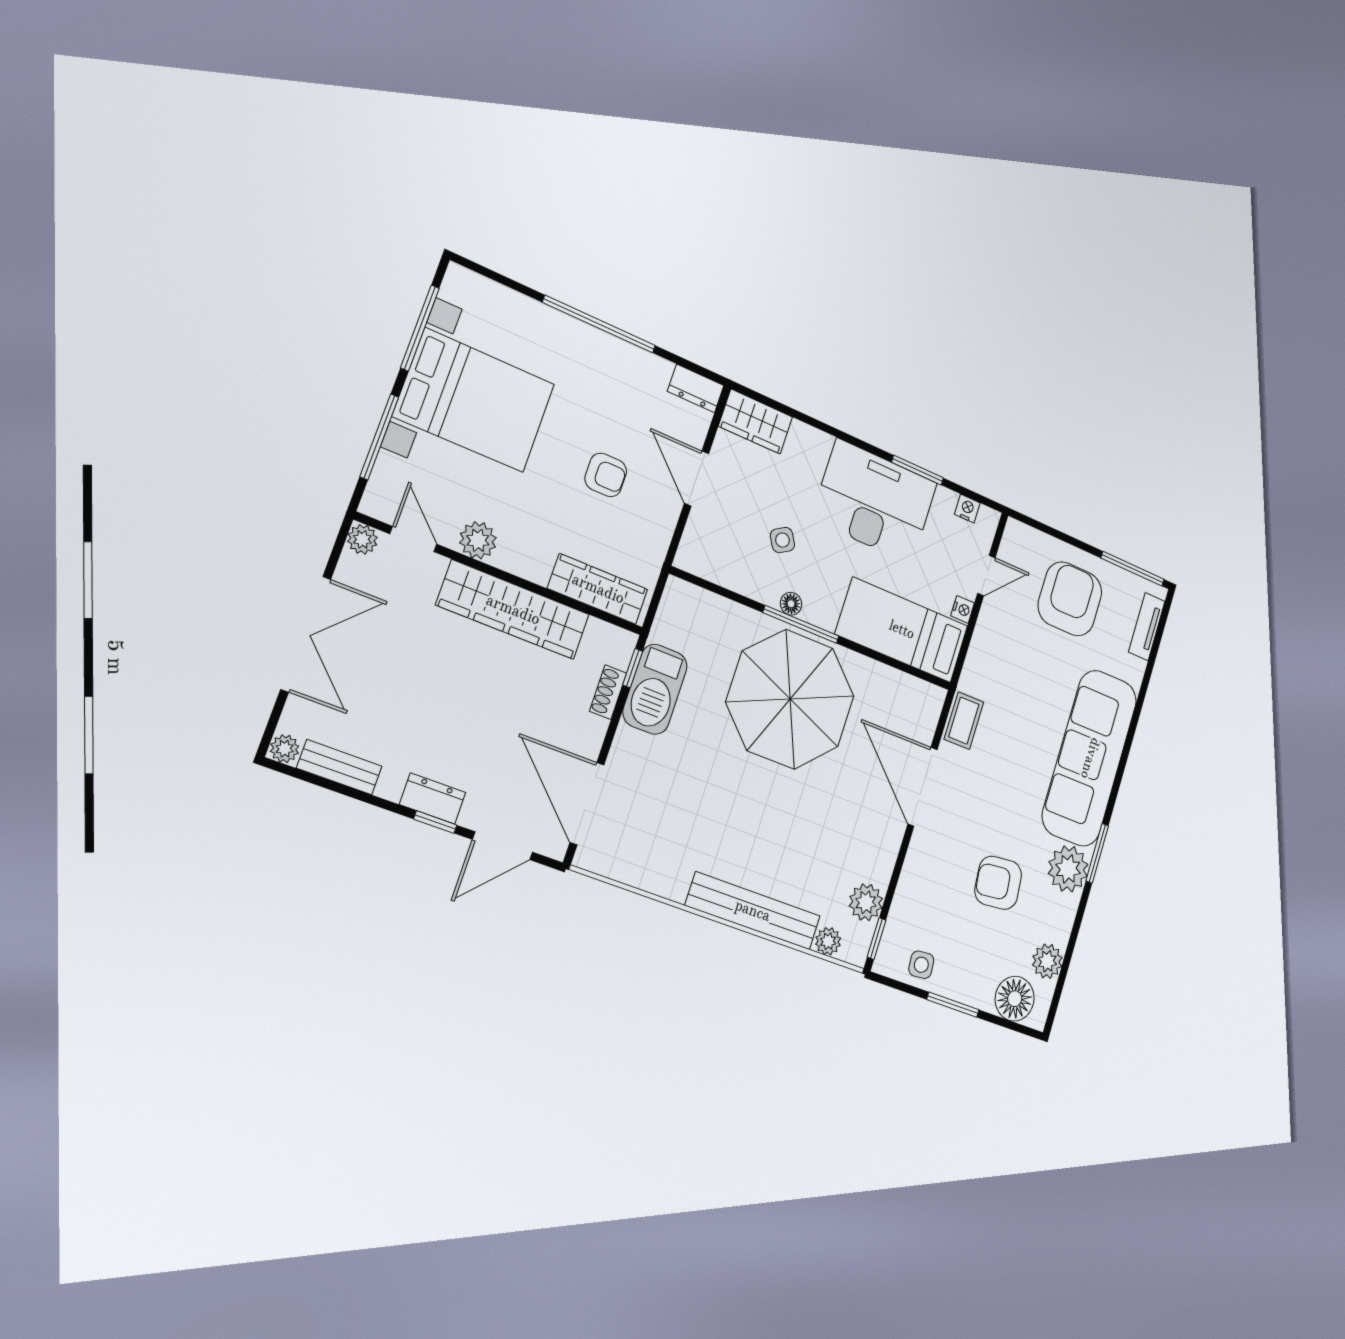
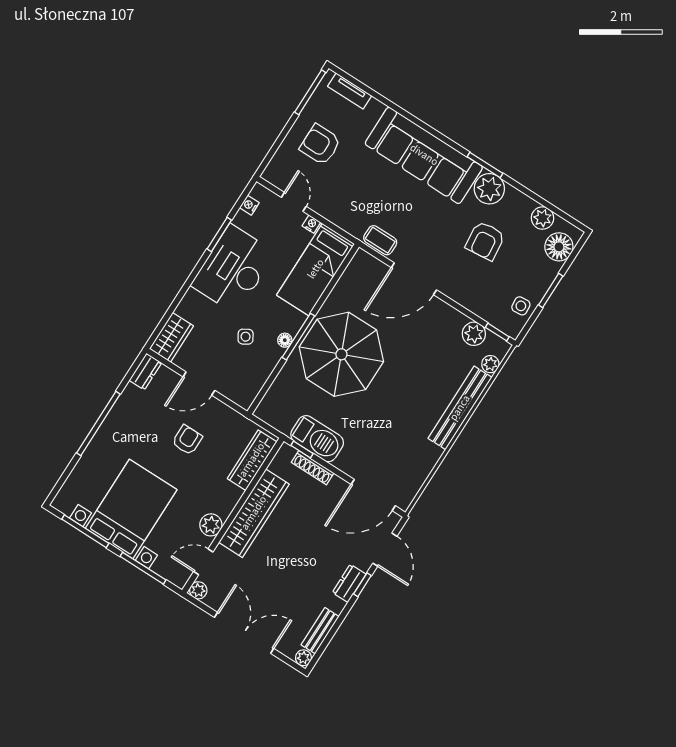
armchair: (1070, 599) -> (320, 145), width x0.73, depth x0.73
shoe rack: (608, 692) -> (313, 468), width x1.43

